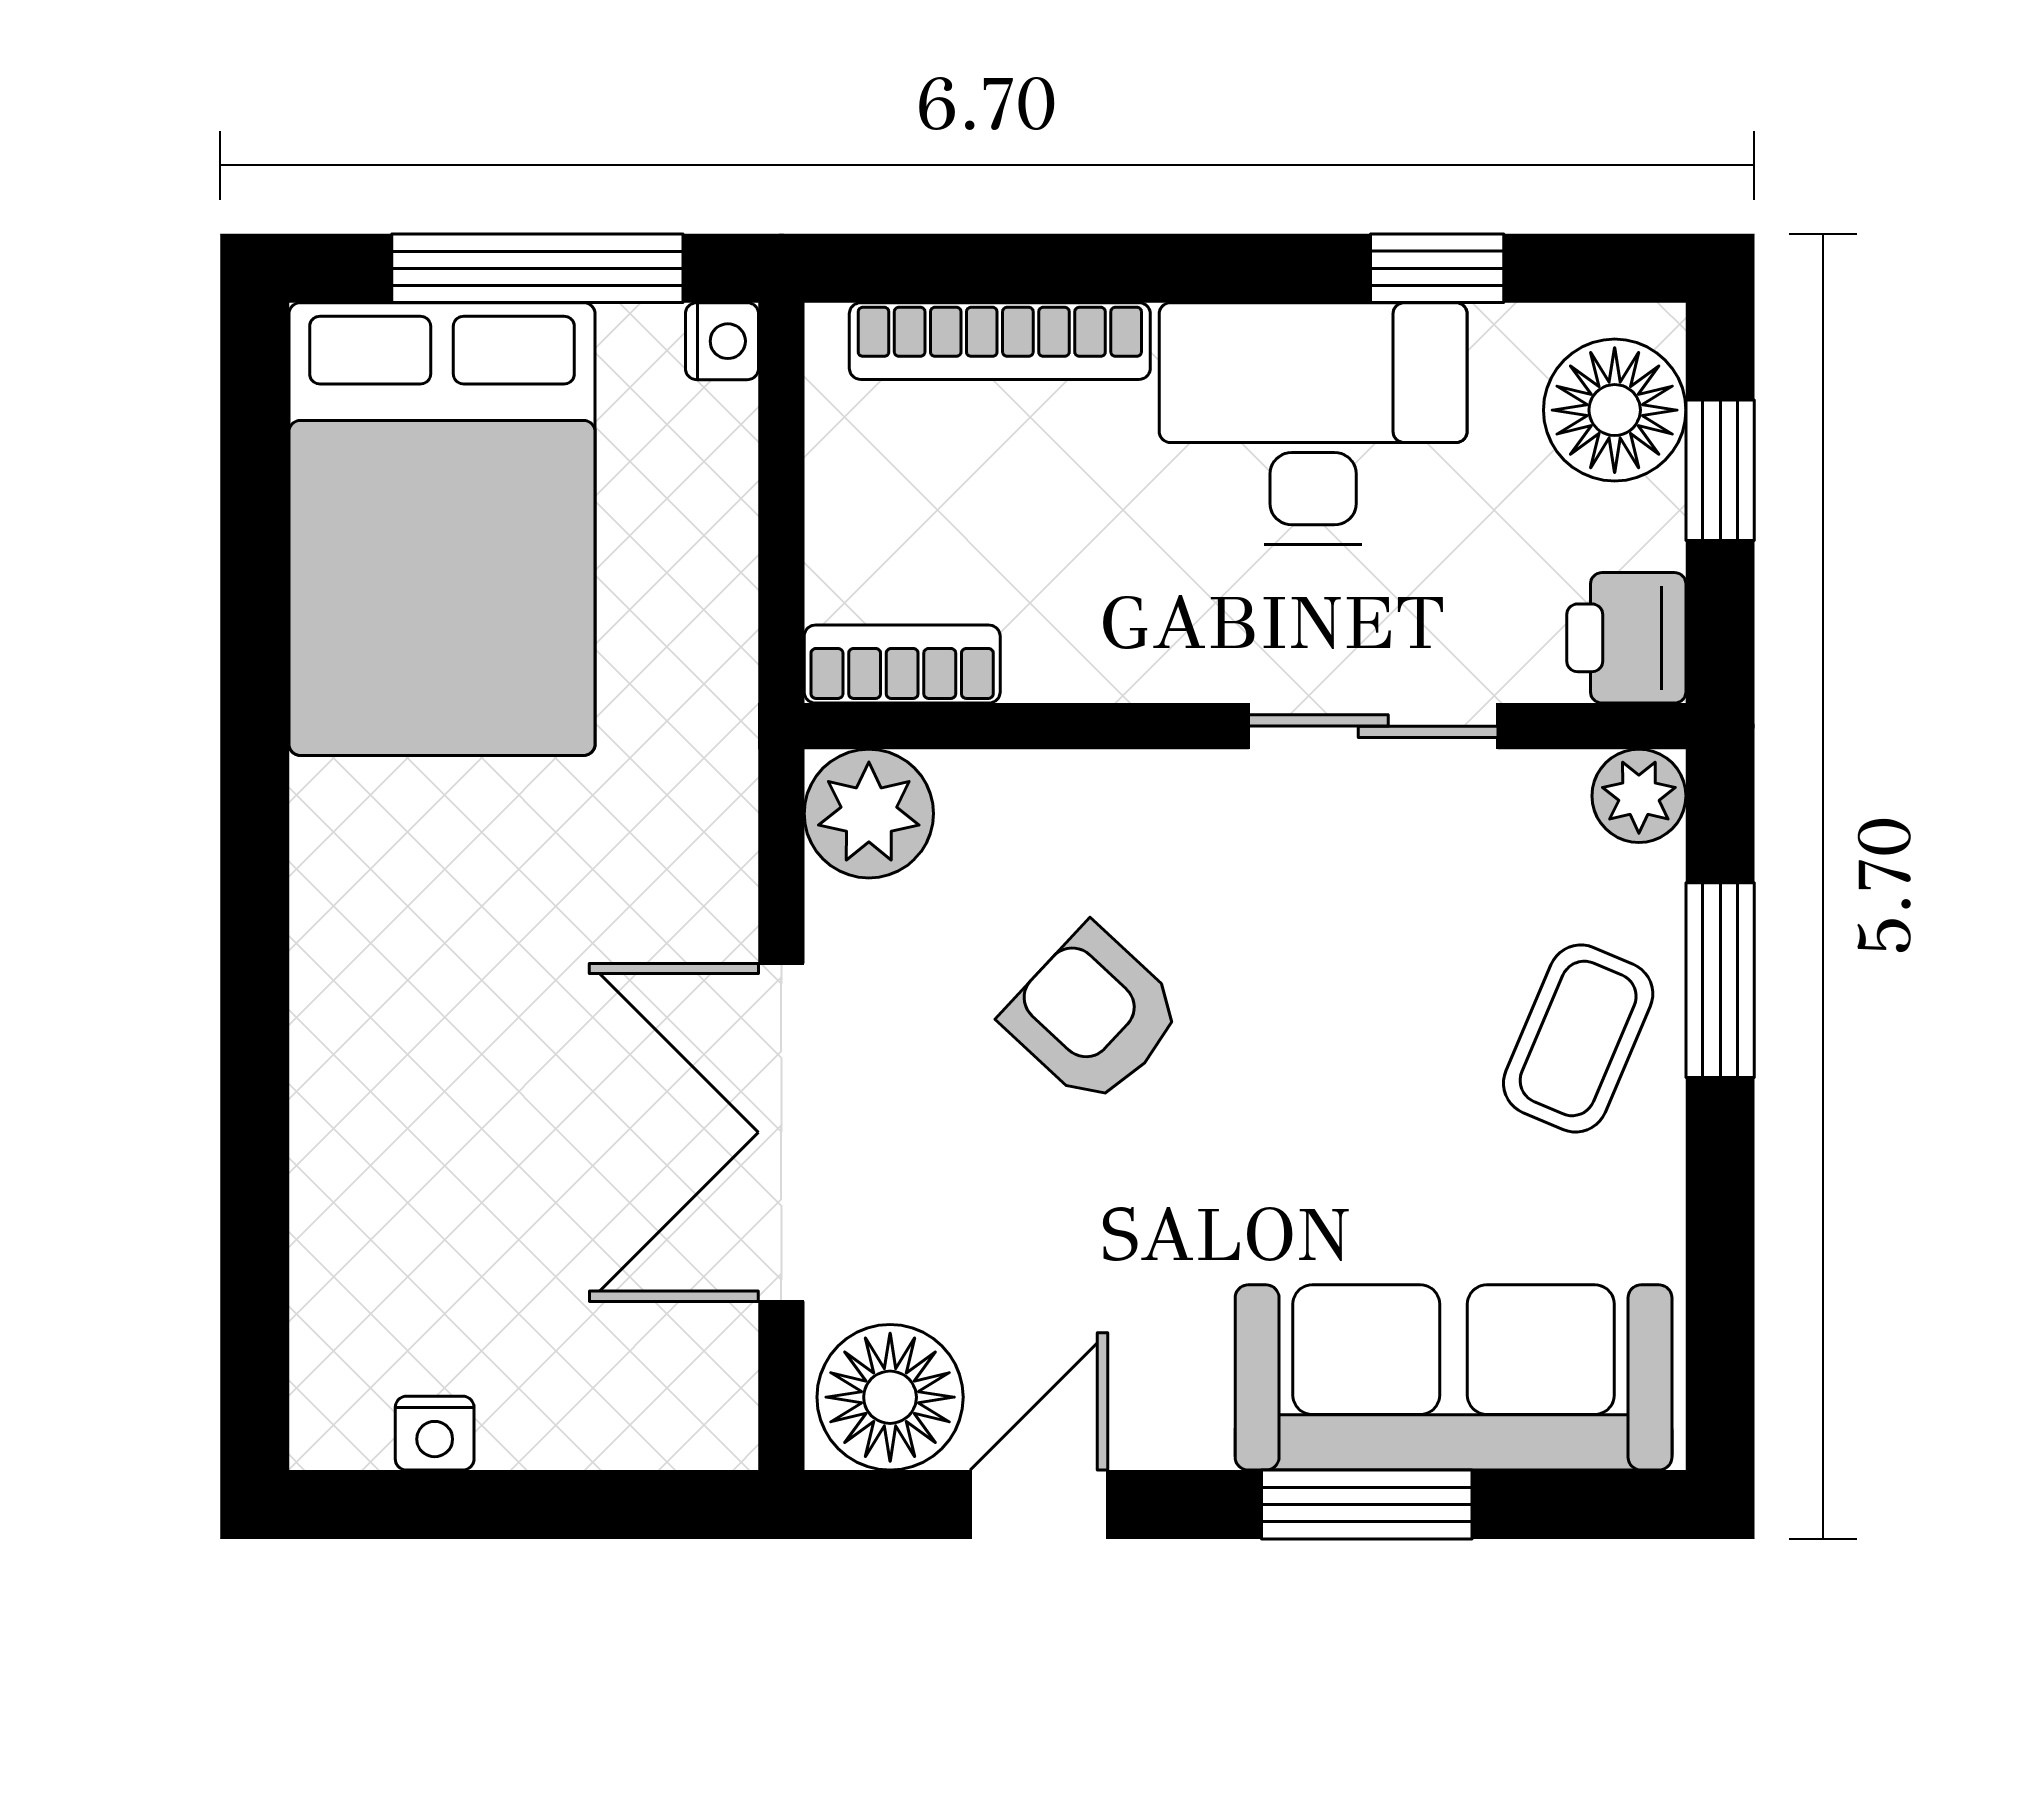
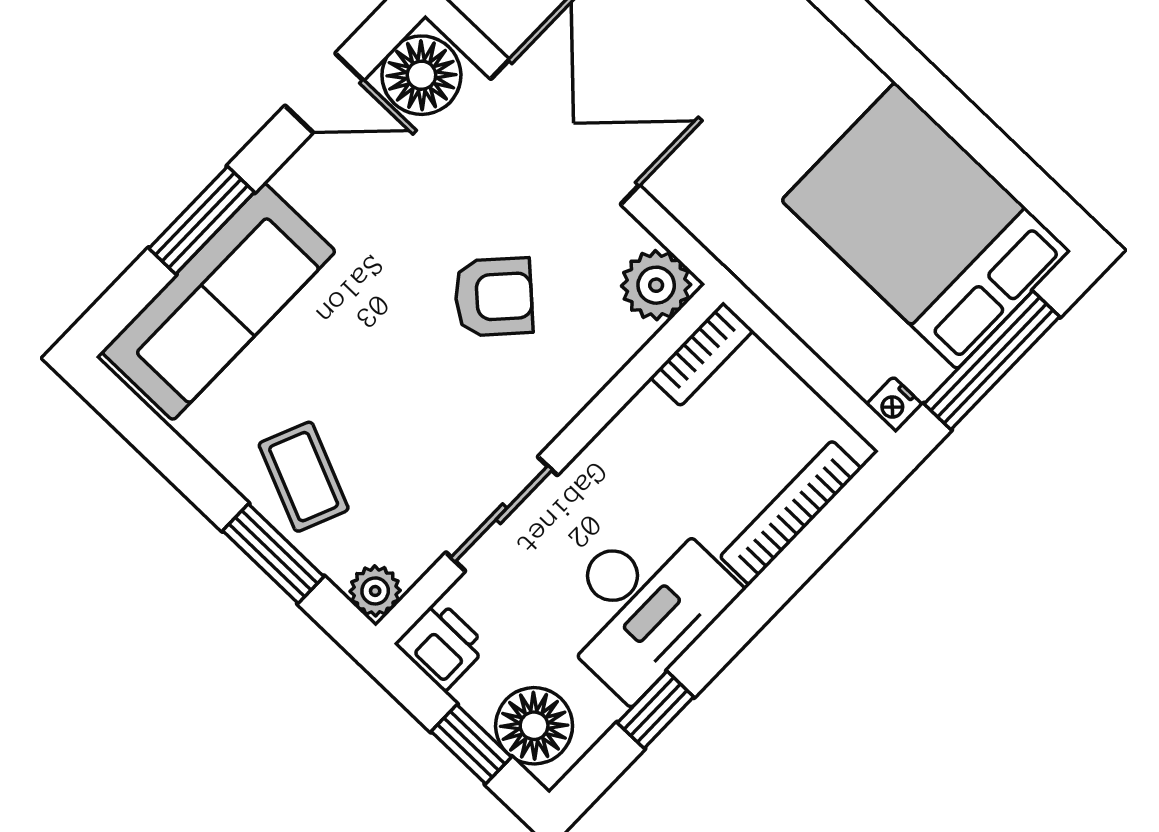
door: (1039, 1505) -> (324, 93), hinge flipped

